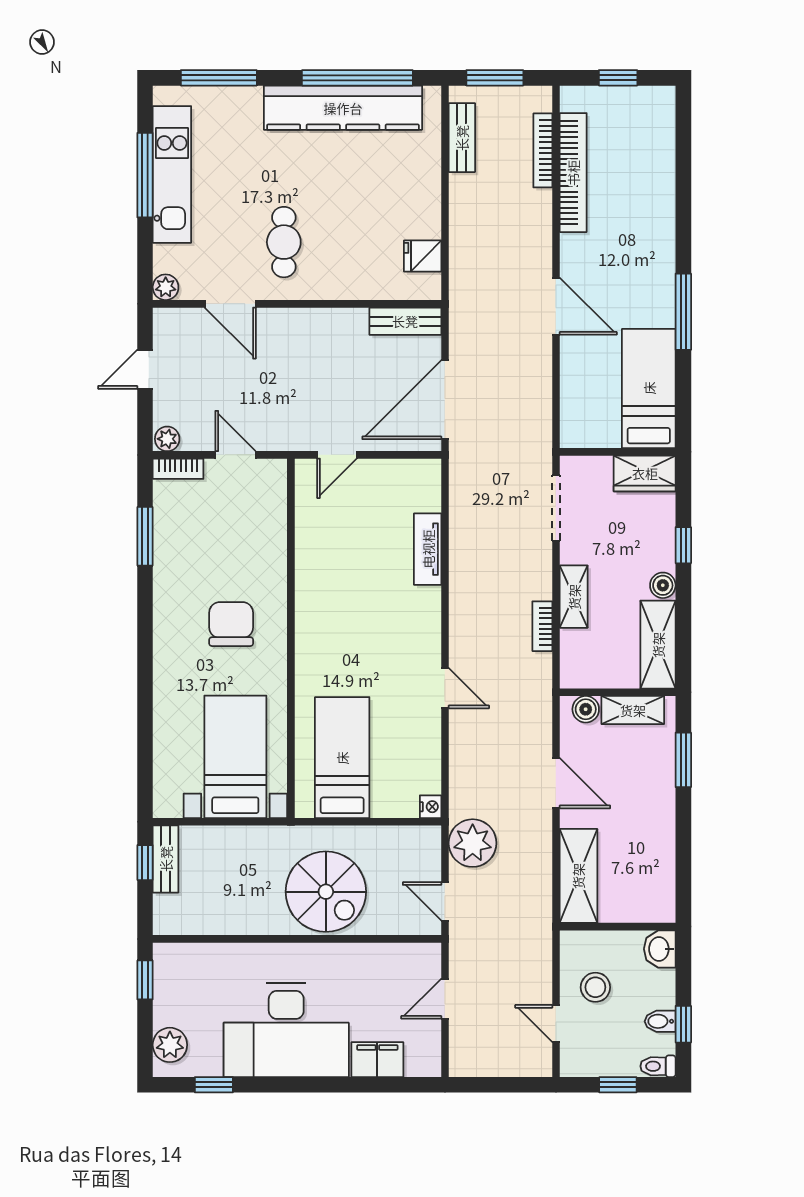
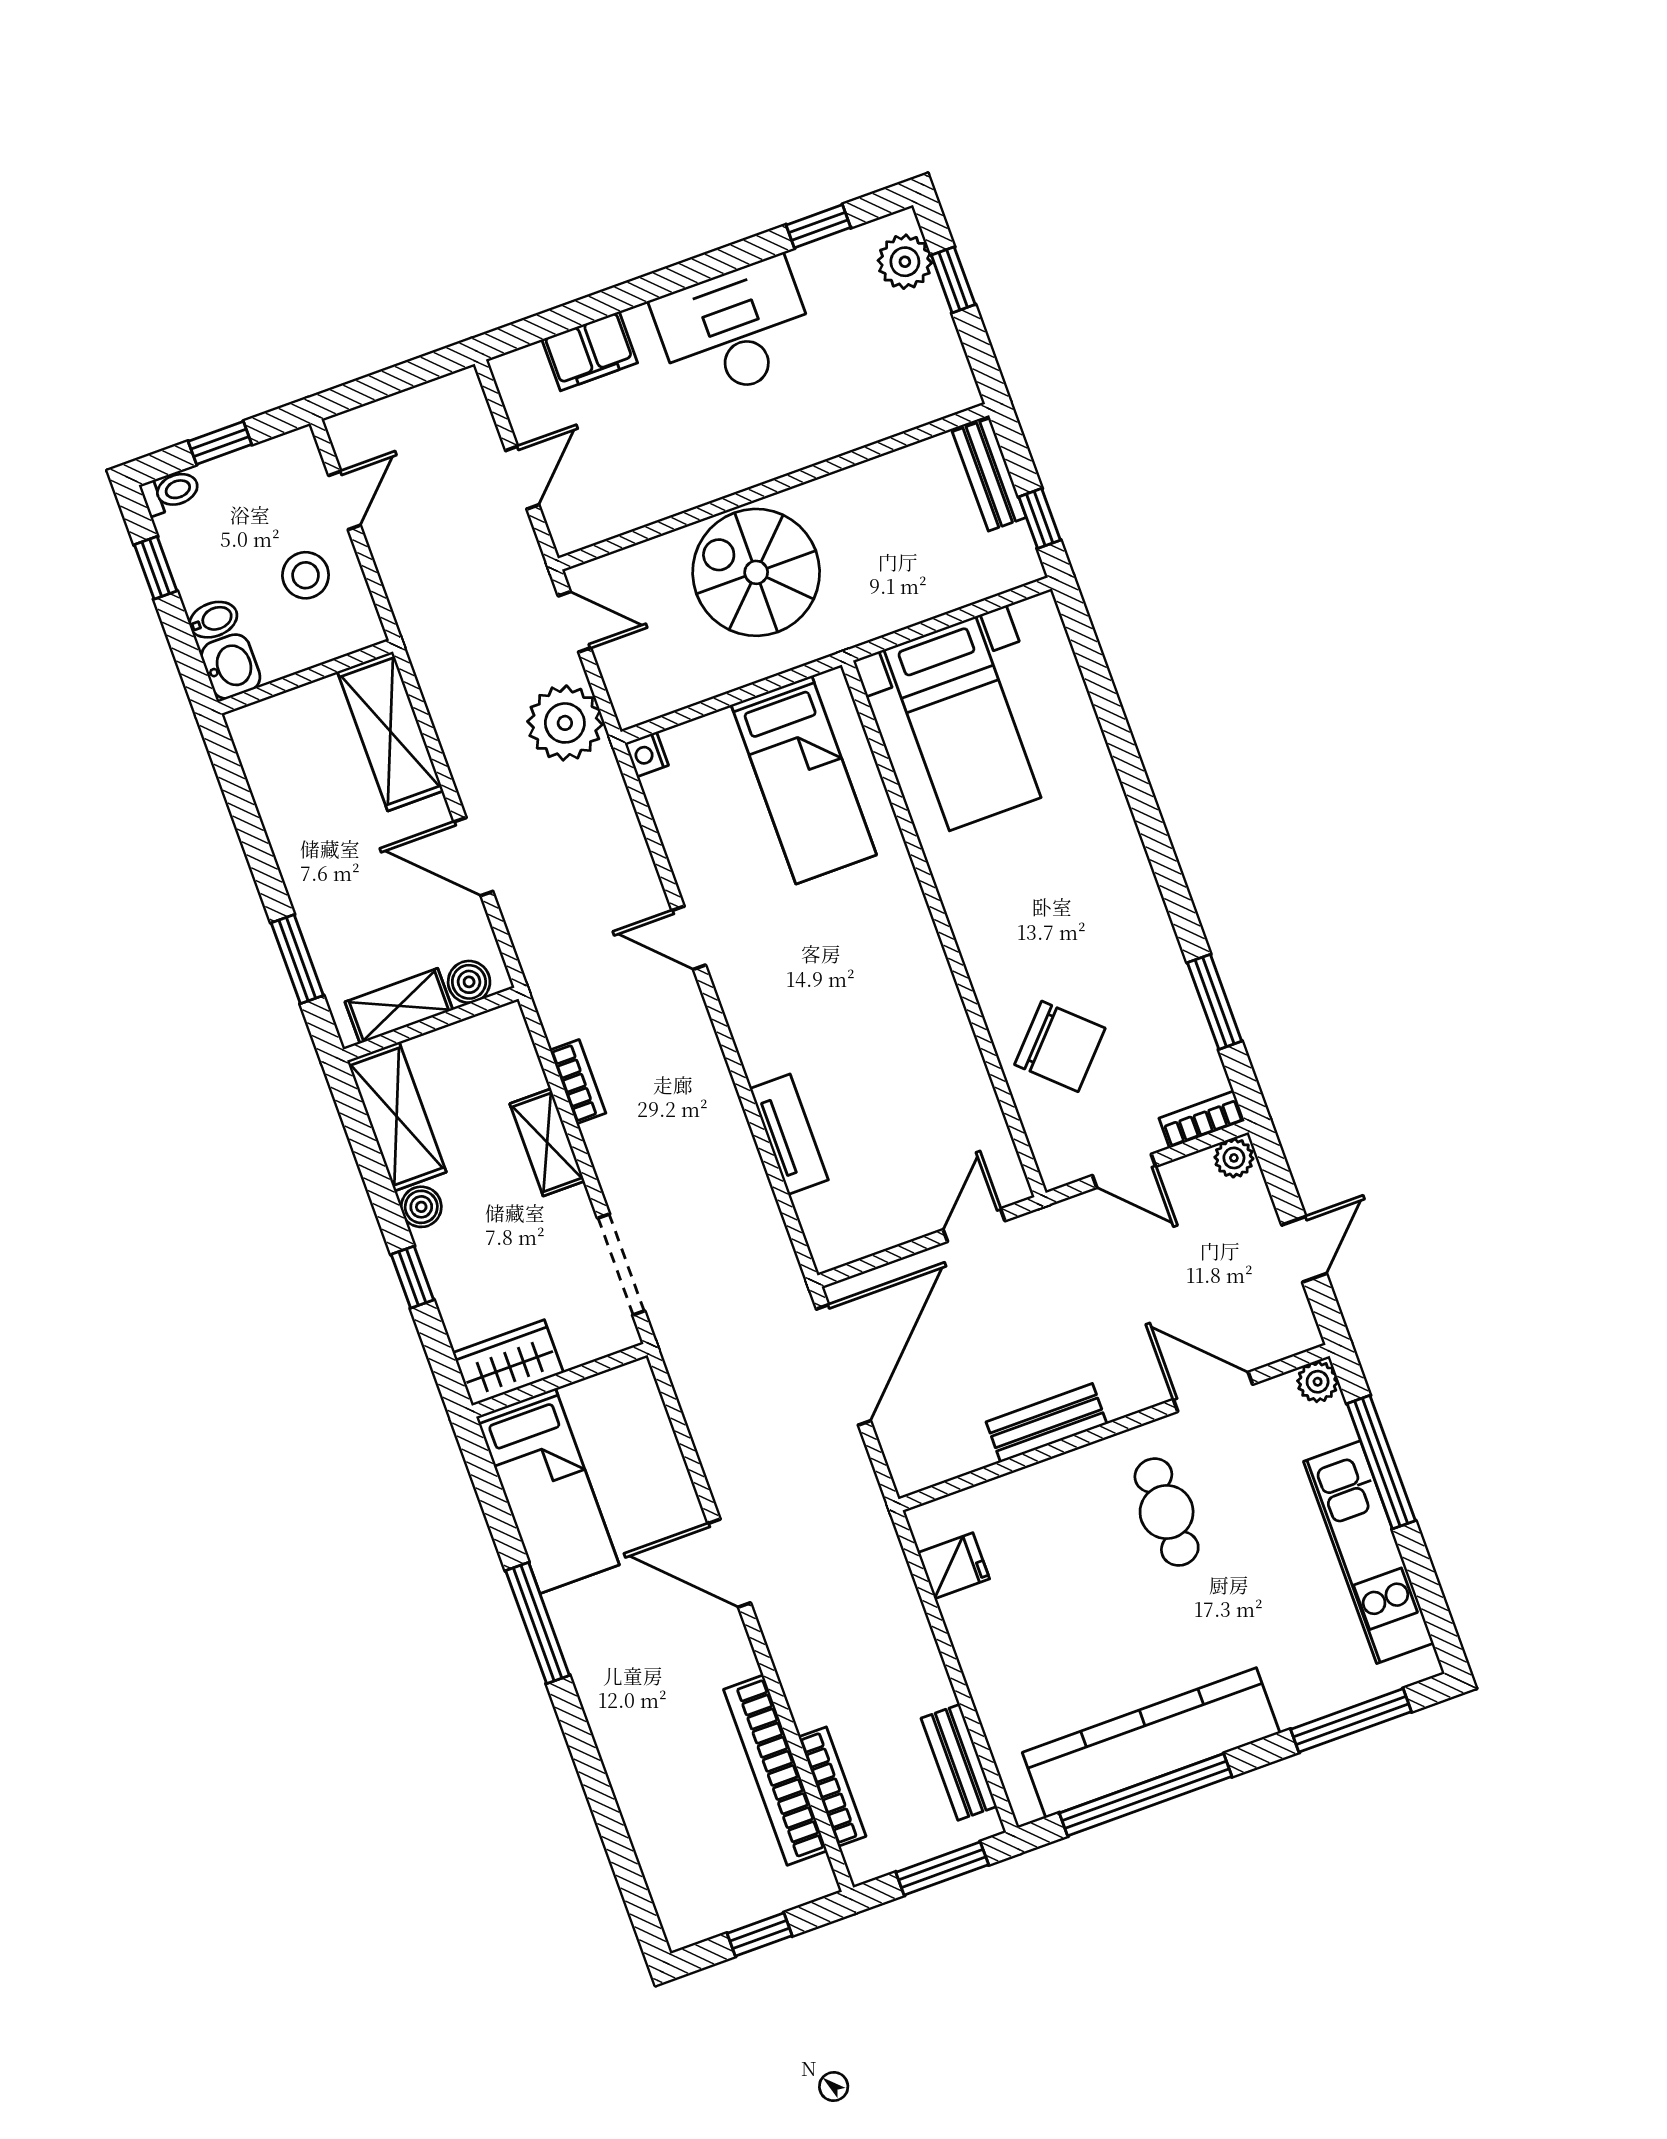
window: (145, 175) -> (1381, 1462), moved
bench: (405, 321) -> (1047, 1423), moved
chair: (231, 624) -> (1060, 1046), moved, turned -47
bench: (166, 859) -> (989, 475), moved
window: (145, 980) -> (953, 280), moved
bidet: (660, 1021) -> (213, 620), moved
door: (556, 1024) -> (345, 500), hinge flipped
desk: (286, 1030) -> (735, 330), width x0.73, depth x0.77

